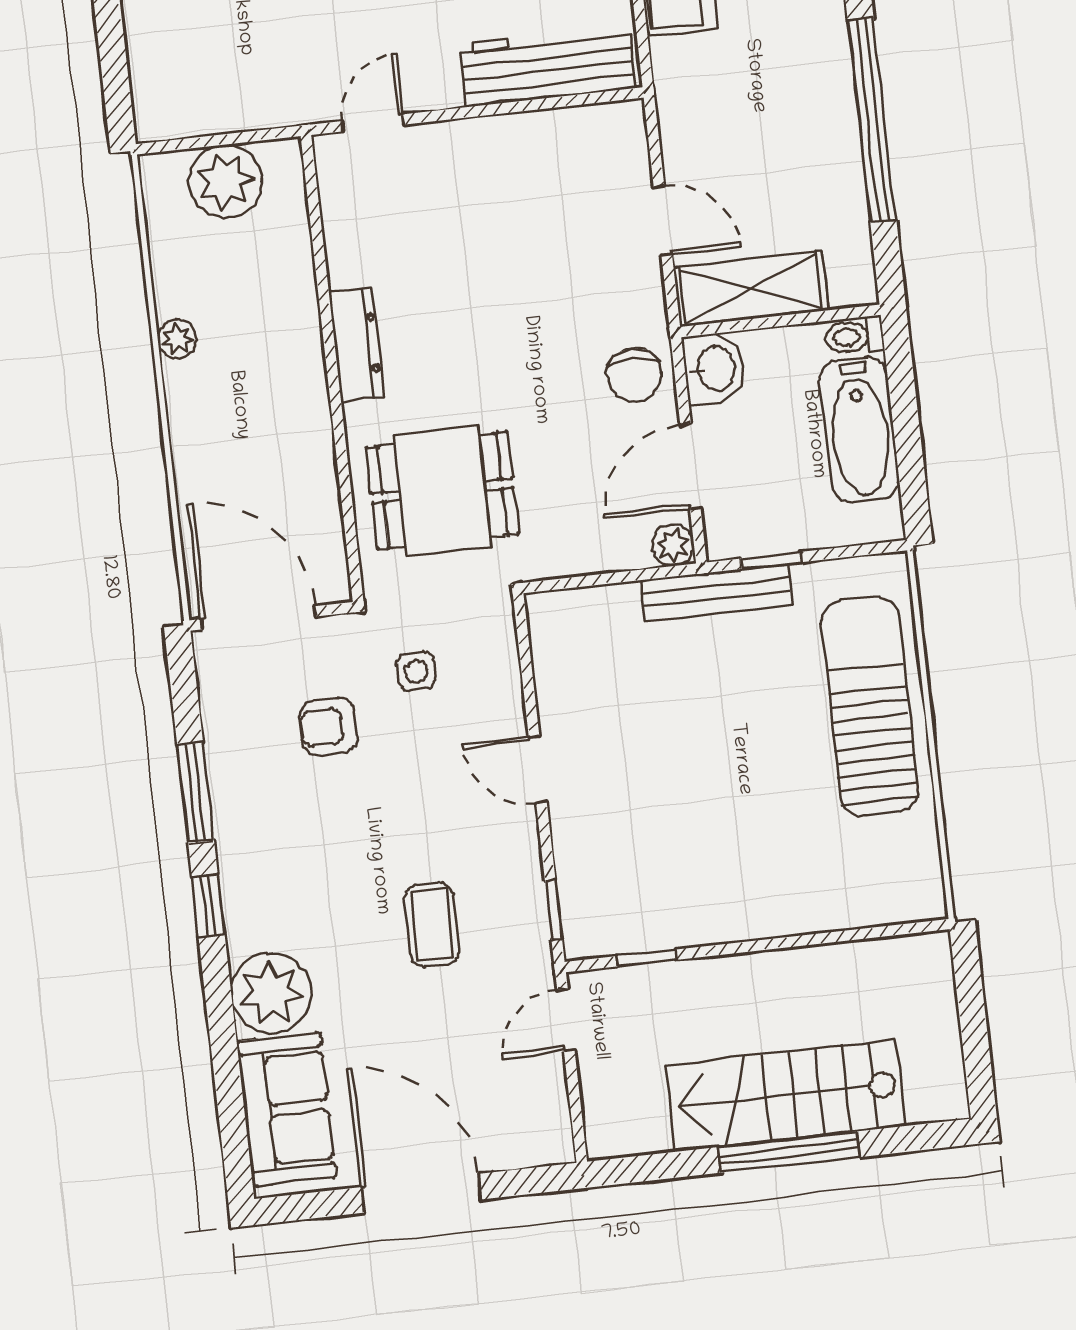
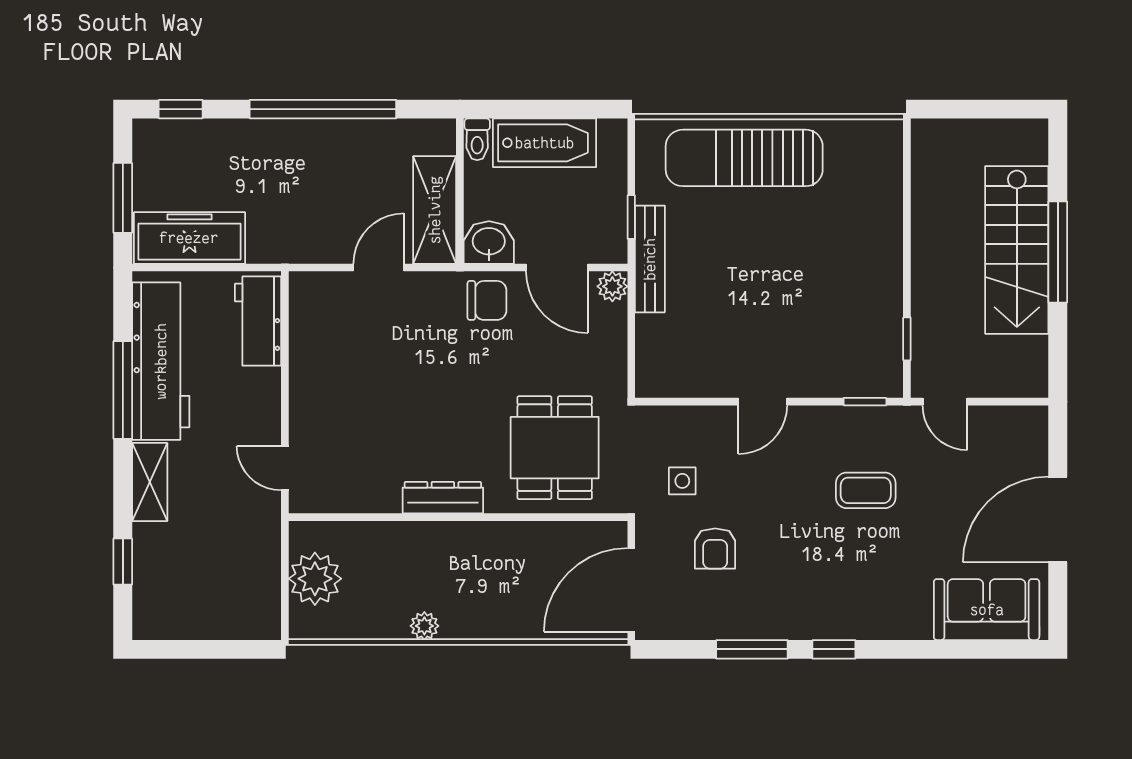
workbench: (548, 66) -> (258, 321), width x0.73
plant: (271, 993) -> (902, 611), removed

